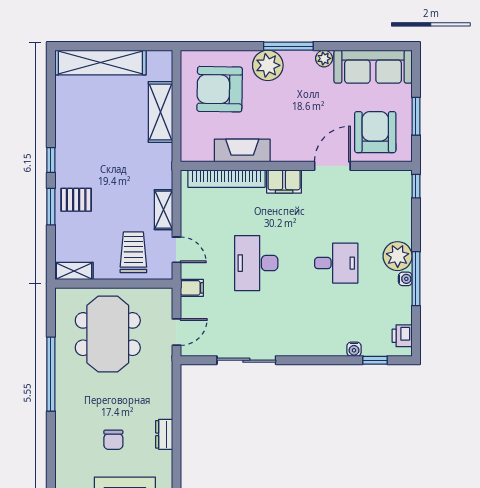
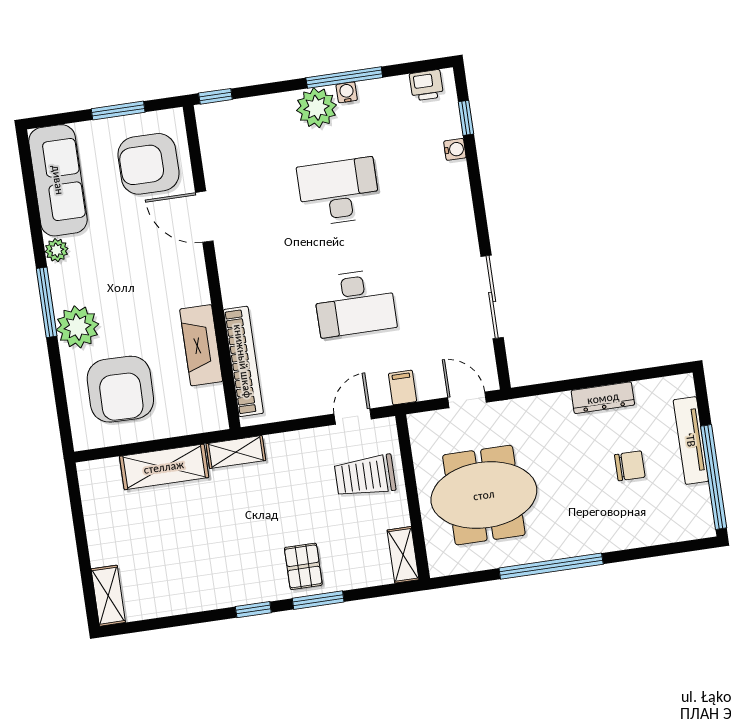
shelving: (100, 63) -> (108, 596), width x0.45, depth x0.75
filing cabinet: (284, 181) -> (236, 281), removed
shelving: (164, 210) -> (236, 452), moved
desk: (336, 263) -> (339, 192), width x1.37
dresser: (164, 434) -> (603, 398), width x1.44

